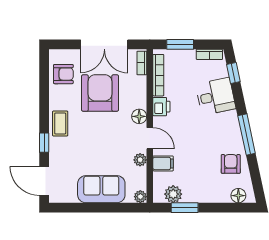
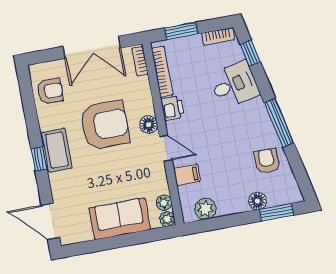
armchair: (100, 93) -> (105, 125), moved, turned 90
coffee table: (60, 123) -> (57, 150), width x1.36, depth x1.30
window: (44, 143) -> (39, 159), moved
plant: (140, 160) -> (164, 203), moved
floor lamp: (238, 196) -> (258, 201), moved
window: (185, 208) -> (277, 212), moved

